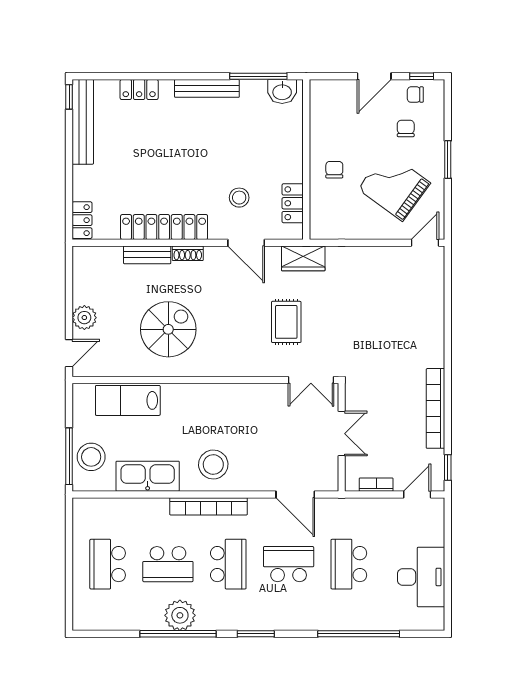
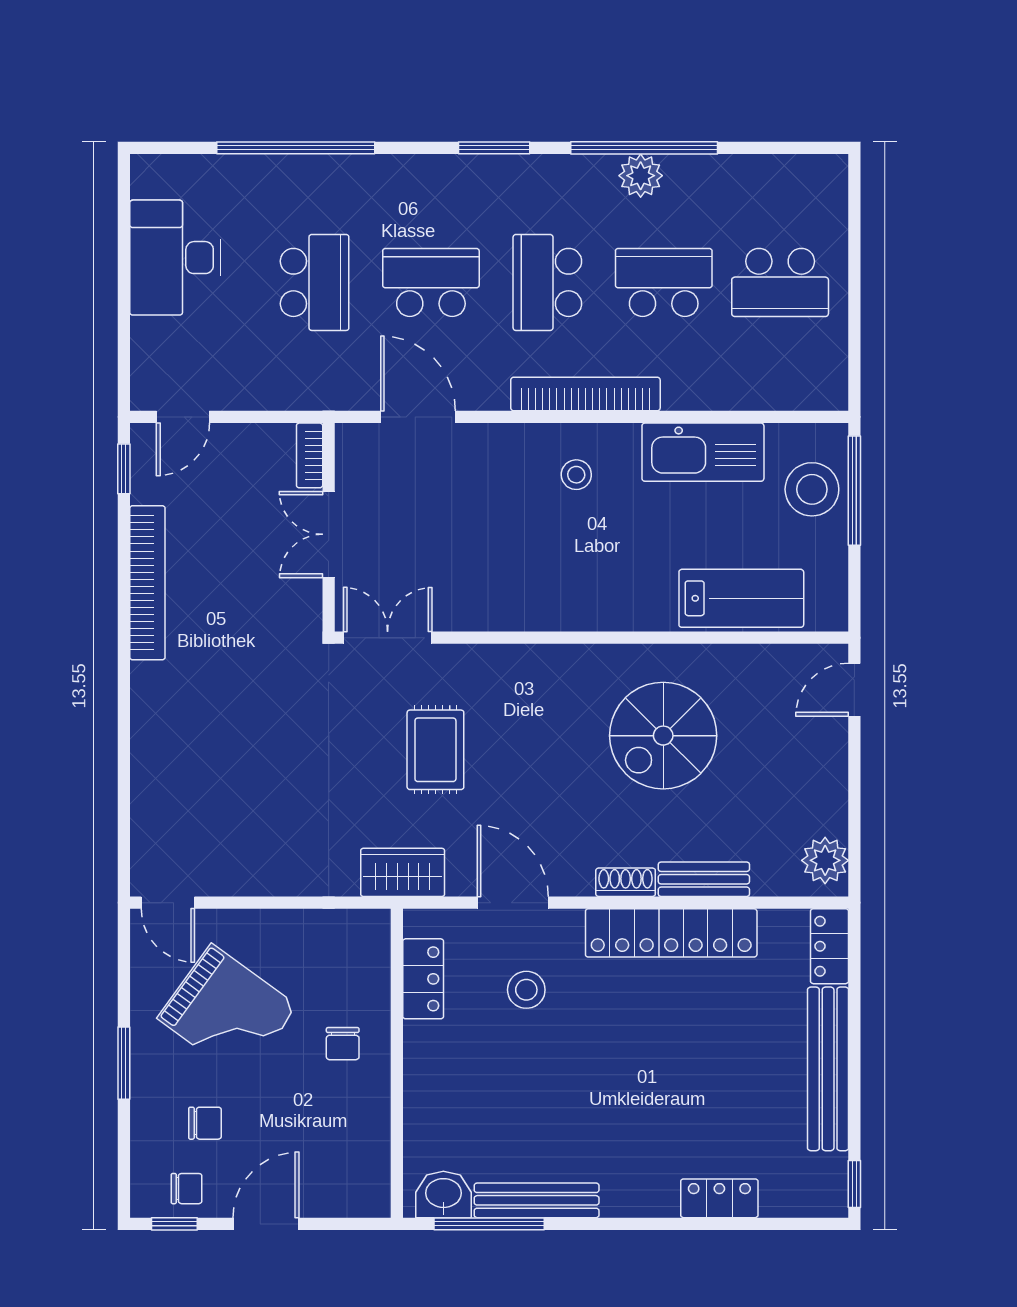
bench: (207, 88) -> (537, 1200), moved
bench: (83, 122) -> (828, 1069), moved
chair: (406, 128) -> (205, 1123), turned -90
door: (425, 243) -> (168, 903), hinge flipped
plant: (84, 318) -> (825, 860), moved
stool: (213, 465) -> (576, 475), width x0.53, depth x0.53
bookcase: (376, 485) -> (310, 455), moved, turned 90
school desk: (108, 564) -> (780, 282), turned 90
school desk: (289, 564) -> (431, 282), turned 180
plant: (180, 615) -> (641, 176), width x0.73, depth x0.73

